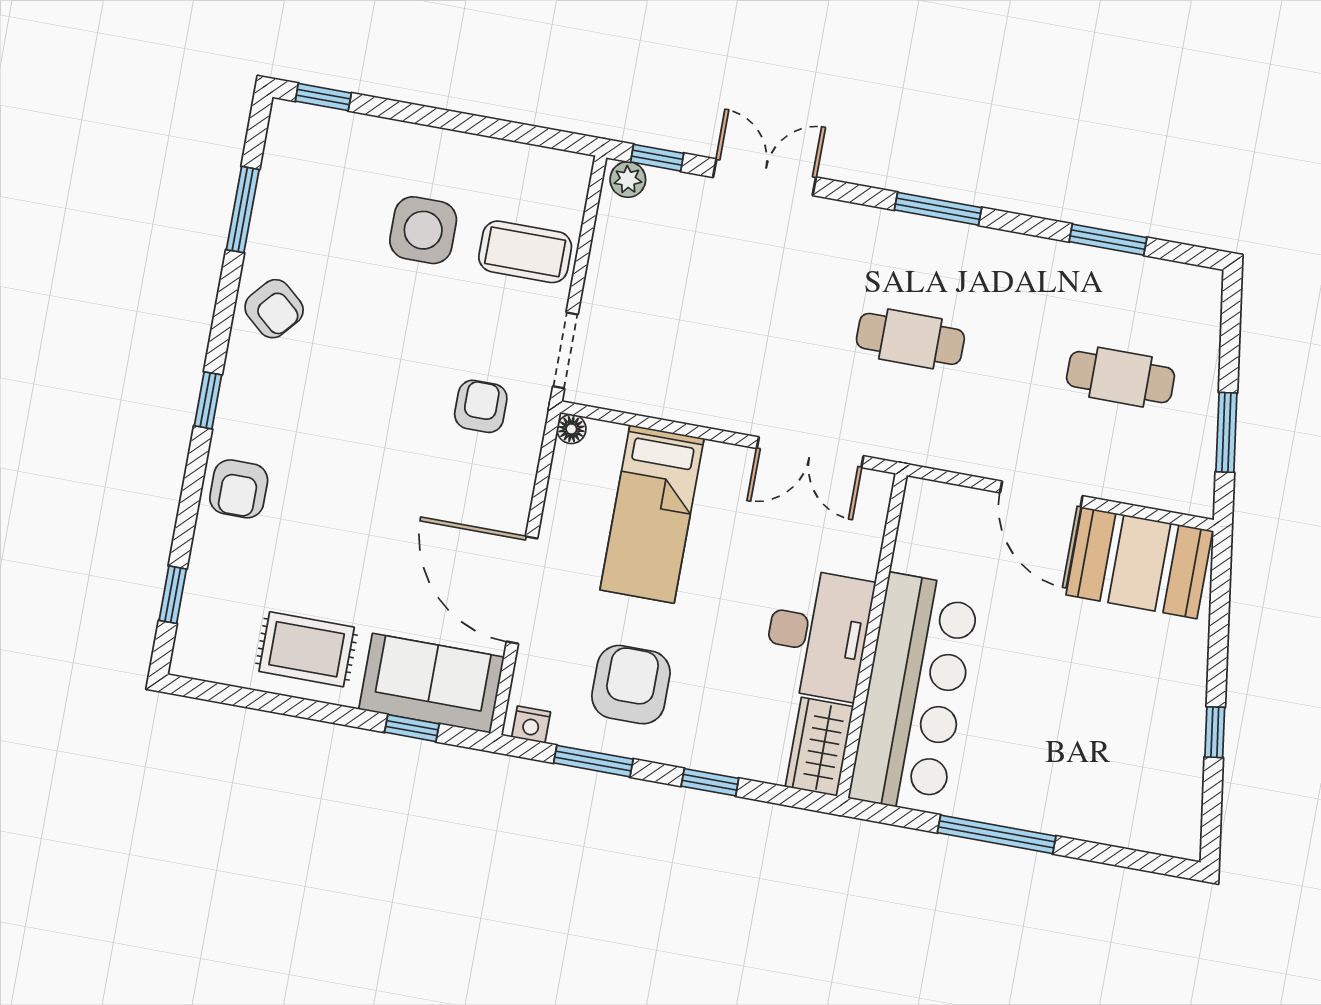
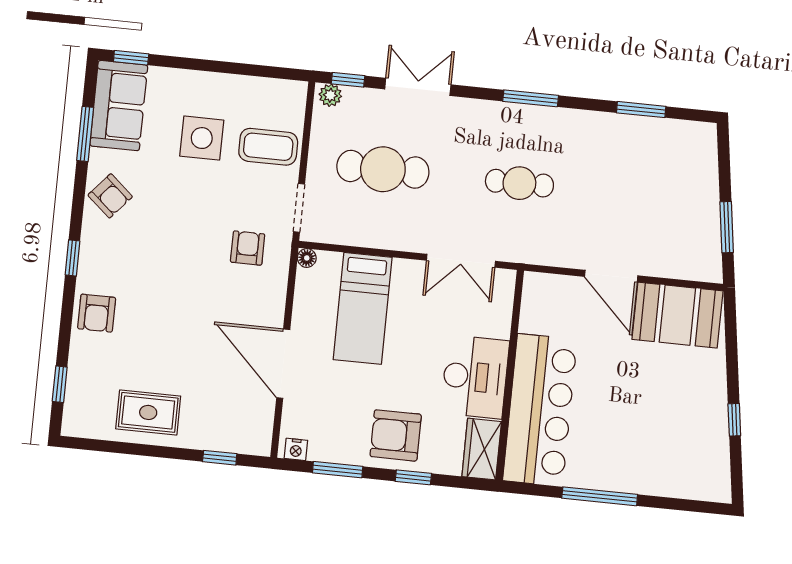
cafe table: (1121, 377) -> (383, 169), moved, width x1.37, depth x1.35
sofa: (431, 683) -> (119, 106), moved, turned 90
armchair: (631, 685) -> (396, 435), moved, turned -90

